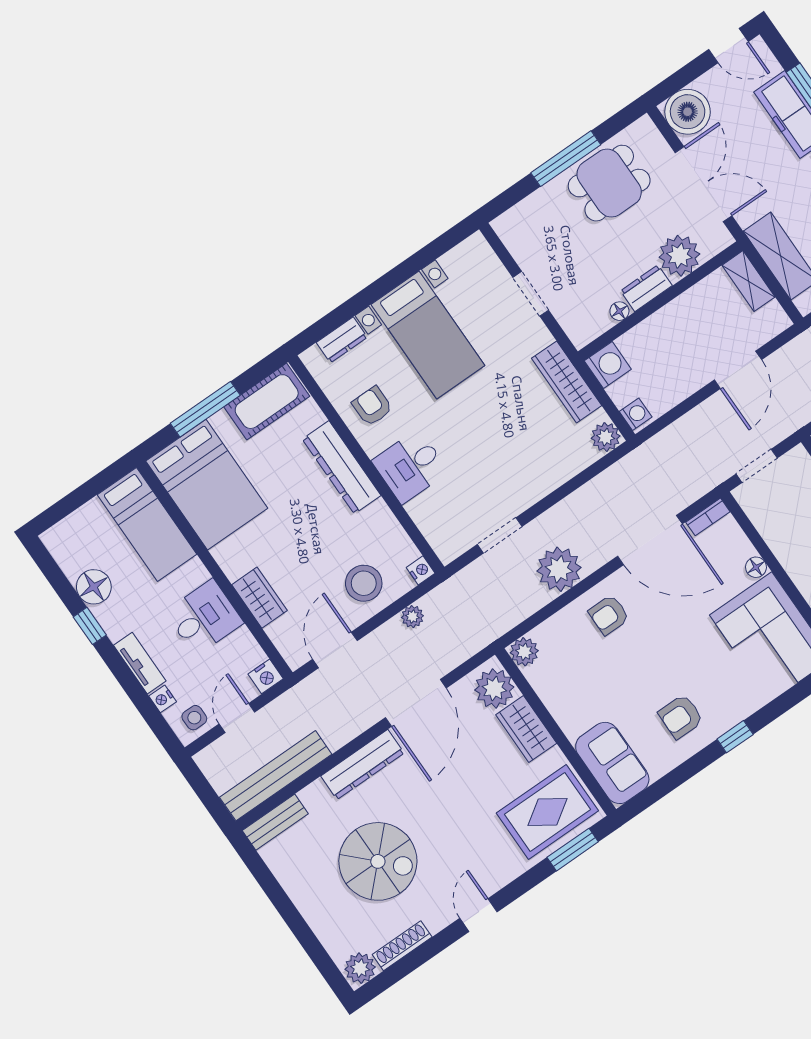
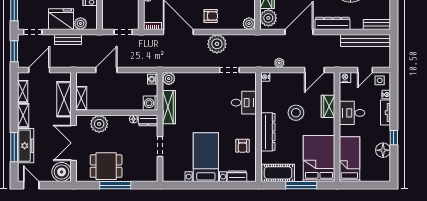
dresser: (646, 288) -> (148, 120), moved
desk: (410, 466) -> (244, 103), moved
stool: (364, 583) -> (296, 113), moved

